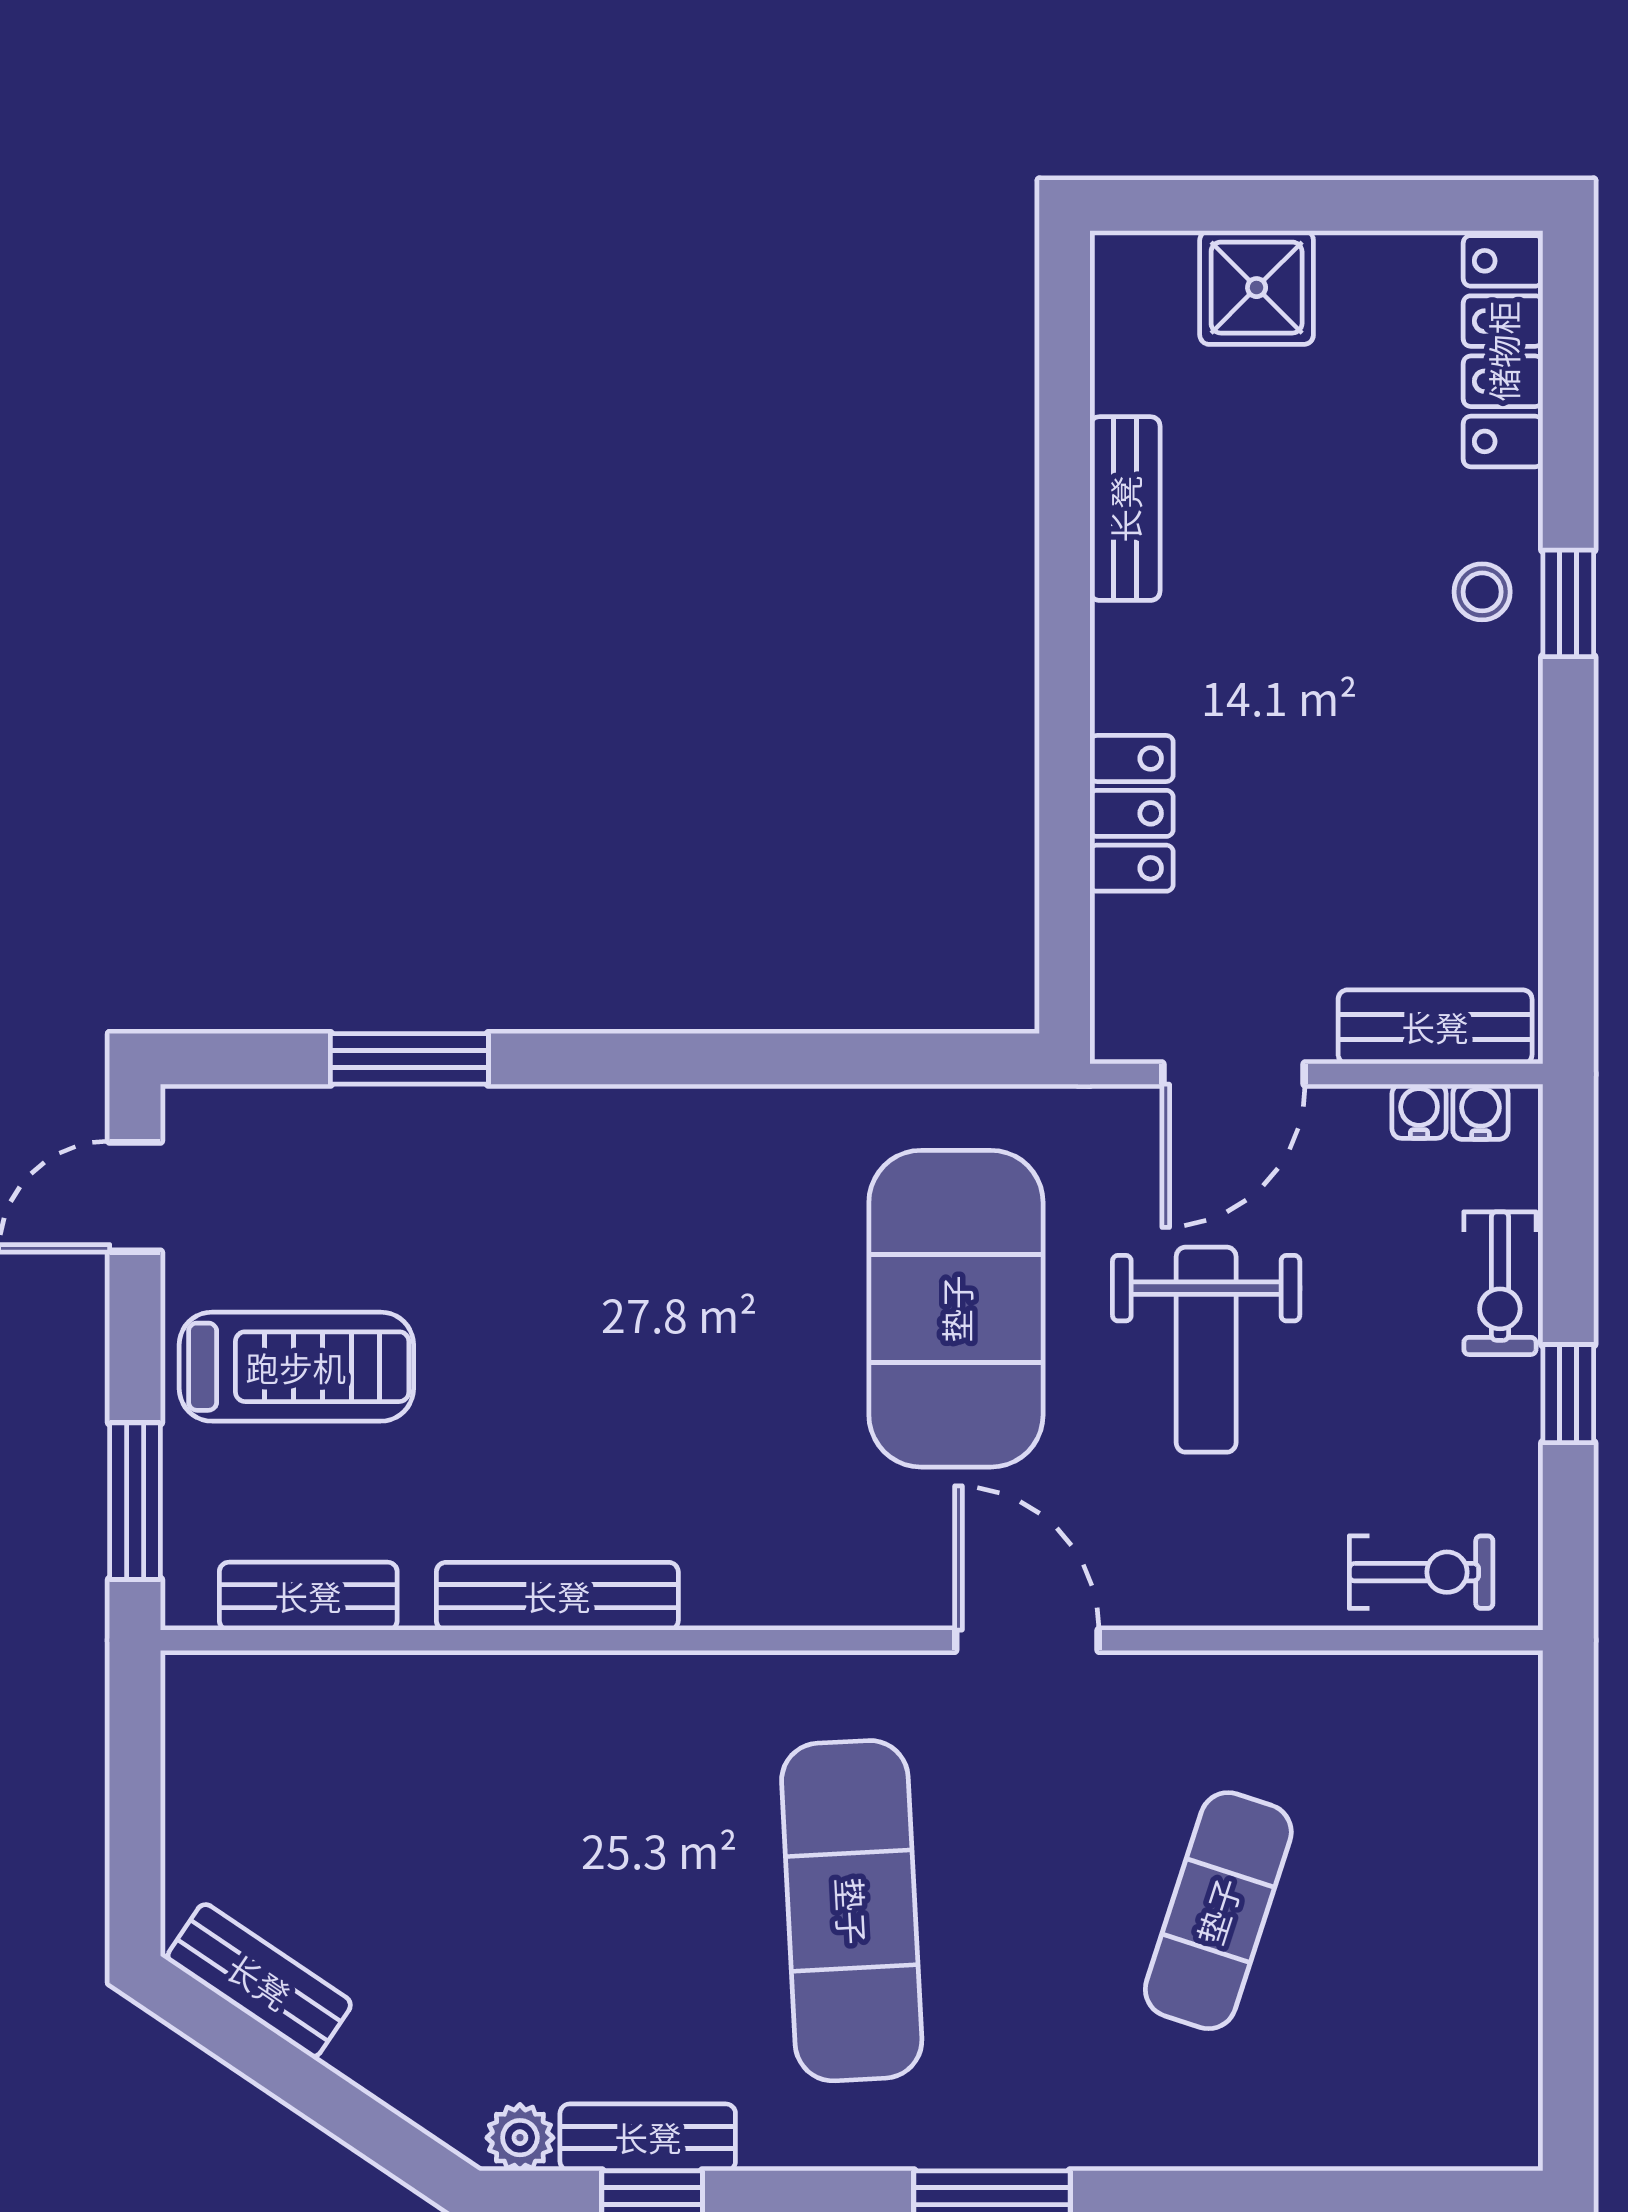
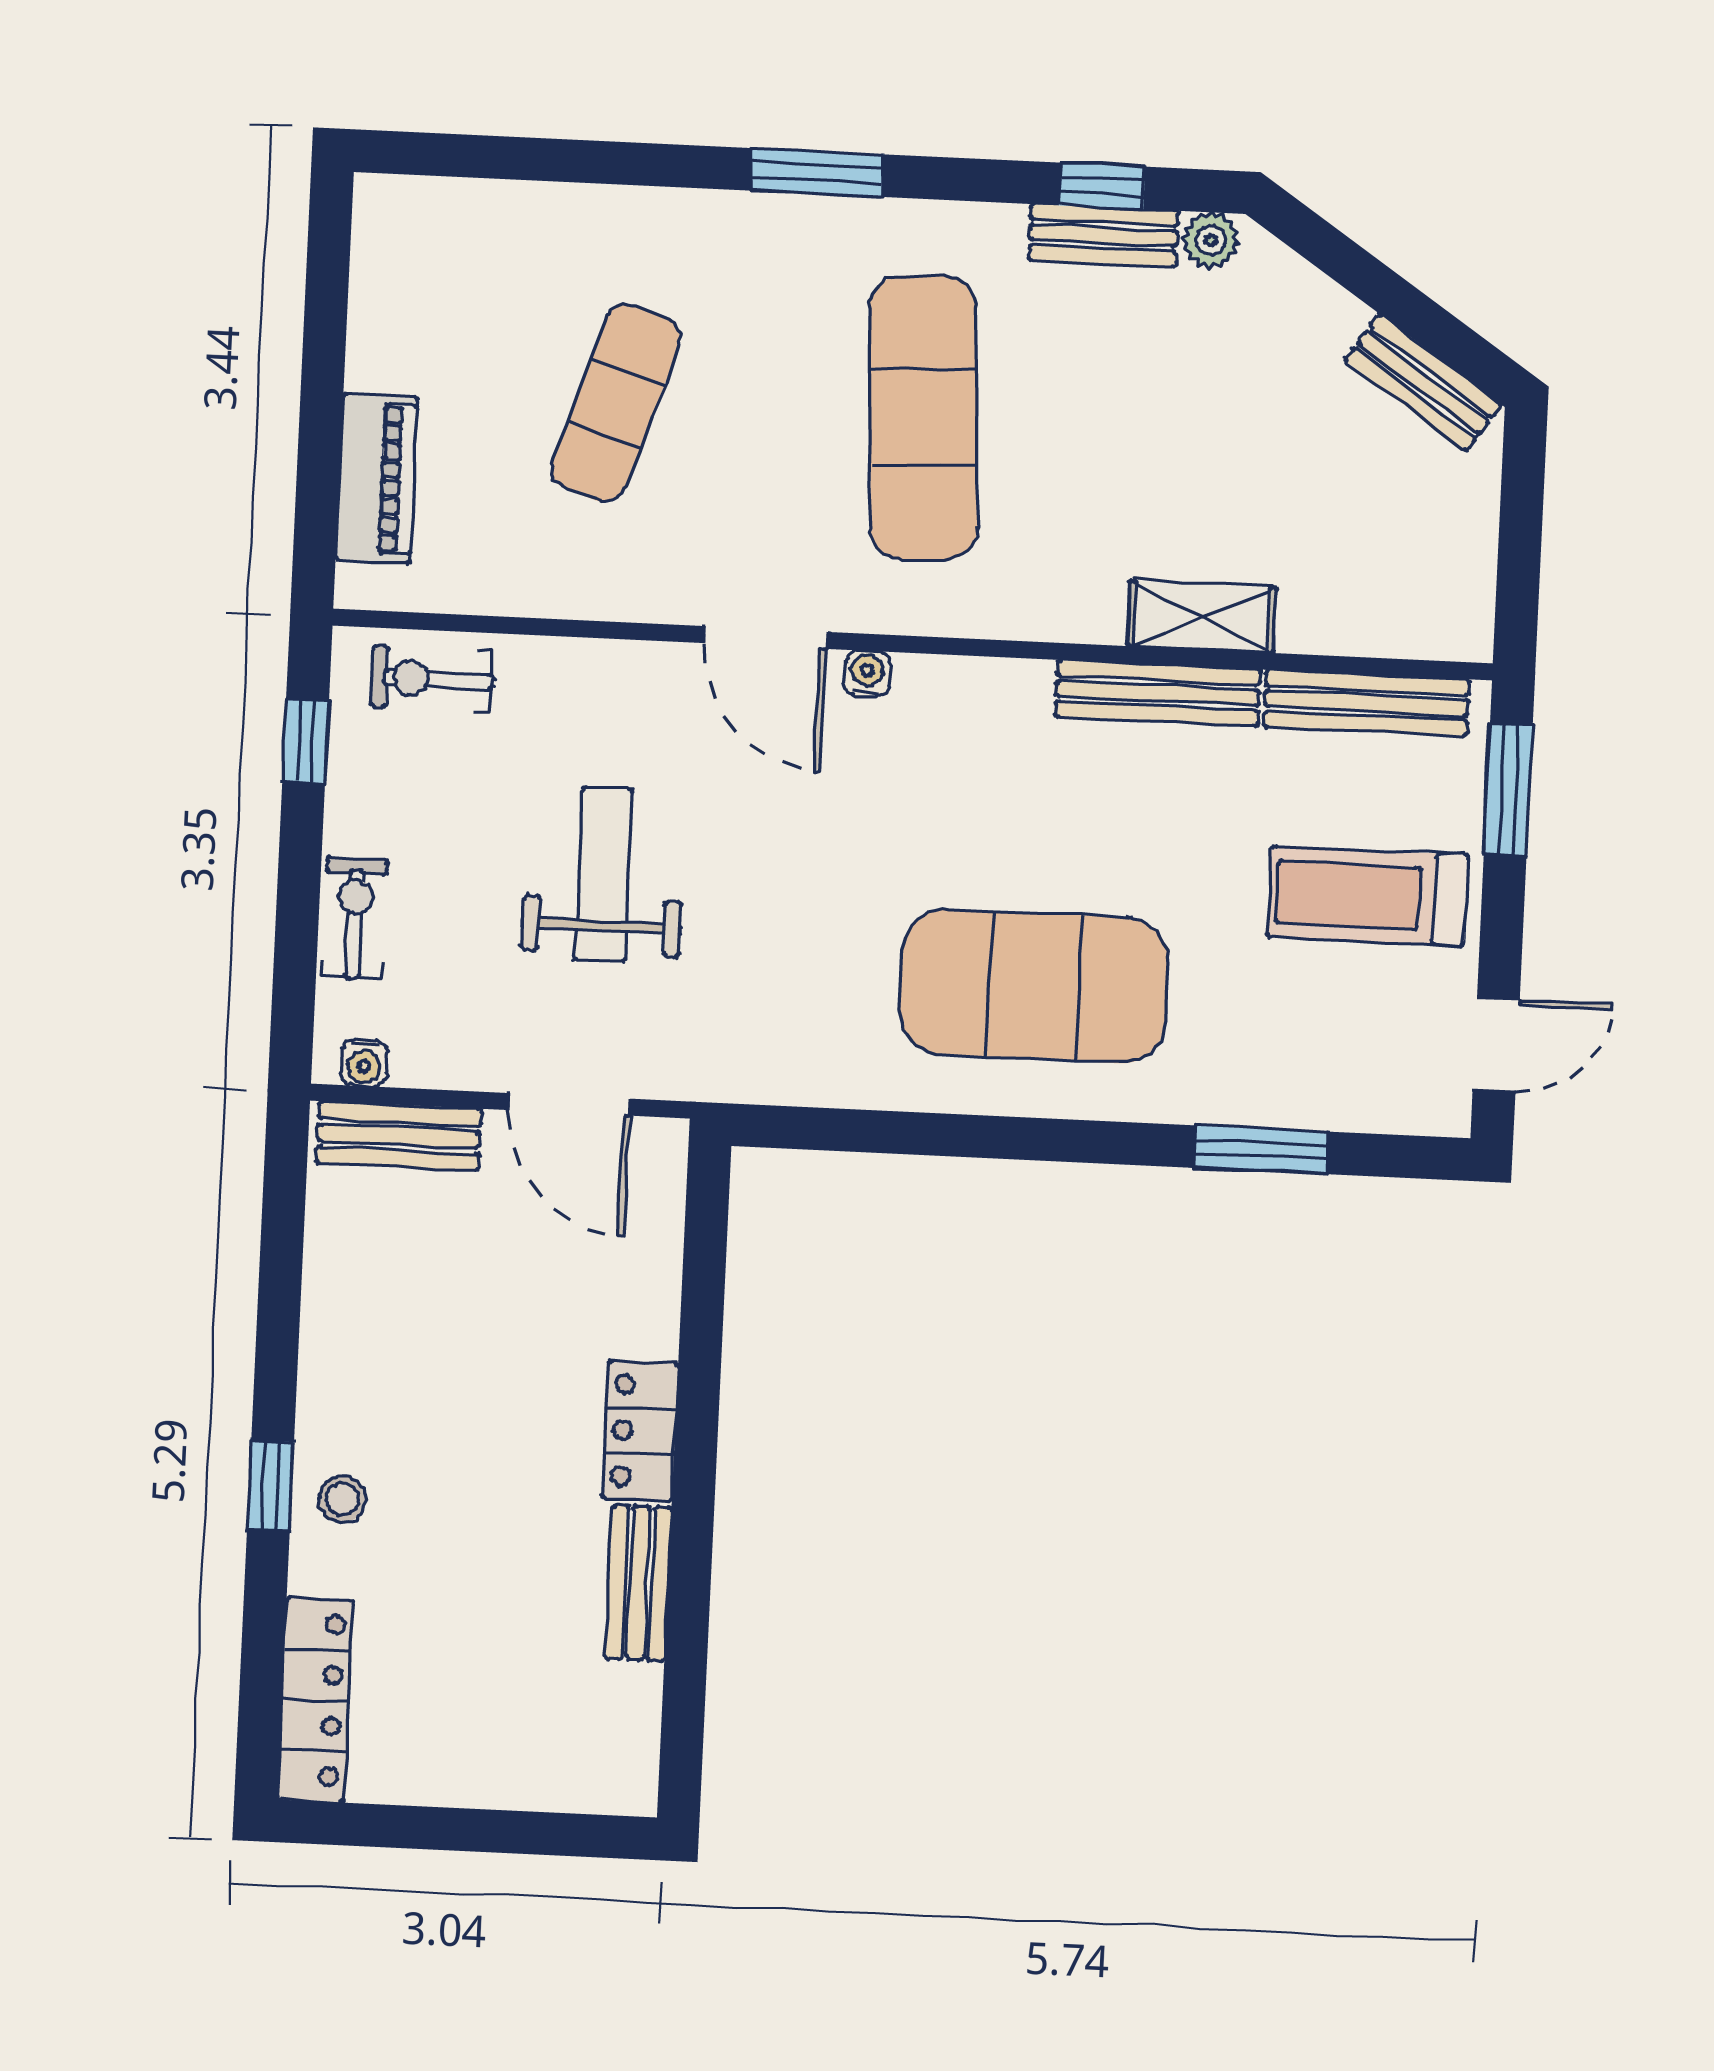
shower: (1257, 288) -> (519, 1763), removed
locker: (1132, 813) -> (640, 1431), moved
door: (1234, 1074) -> (570, 1104), swing flipped
water cooler: (1419, 1111) -> (867, 674), moved, turned 180
exercise mat: (956, 1309) -> (1034, 986), moved, turned 90
window: (1568, 1394) -> (306, 741), moved
bench: (308, 1596) -> (1367, 703), width x1.36
shelving: (509, 1689) -> (1202, 617), added
piano: (1499, 1808) -> (376, 478), added

